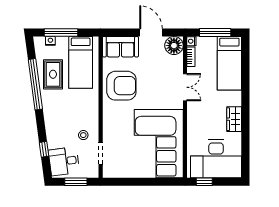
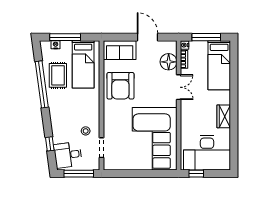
floor lamp: (174, 46) -> (169, 62), moved
armchair: (121, 86) -> (120, 86), turned 90
window: (76, 182) -> (79, 174), width x1.44

